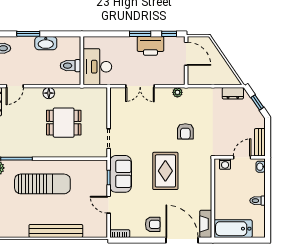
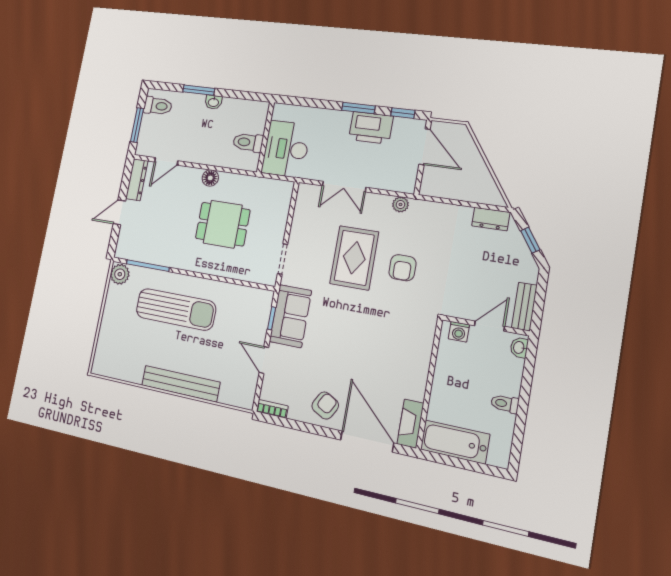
washbasin: (46, 43) -> (213, 102), width x0.52, depth x0.69
rug: (165, 171) -> (354, 258), moved
armchair: (153, 224) -> (325, 406), turned -61

